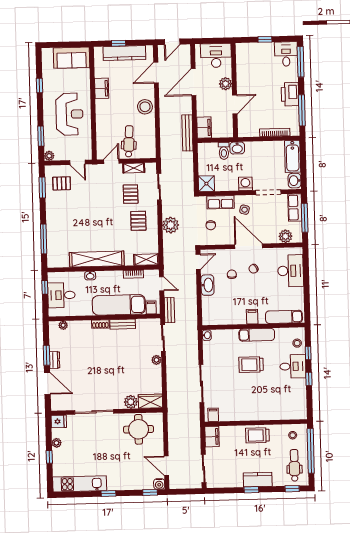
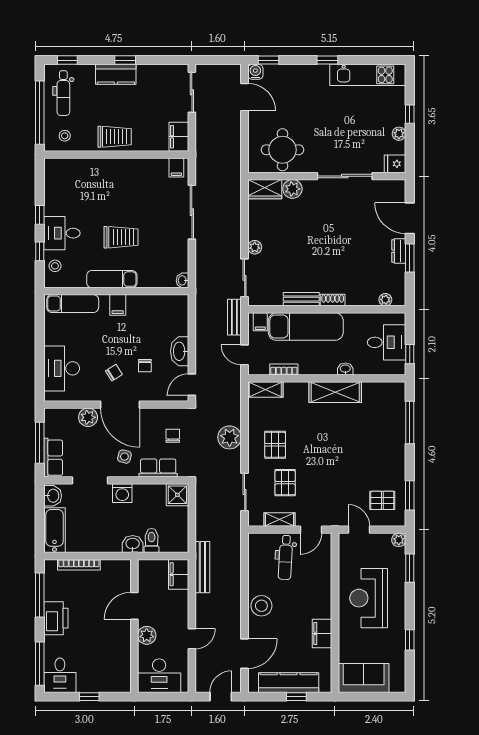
door: (194, 82) -> (192, 639), width x0.53
plant: (286, 236) -> (88, 417), moved
shelving: (97, 259) -> (335, 392), width x0.68

